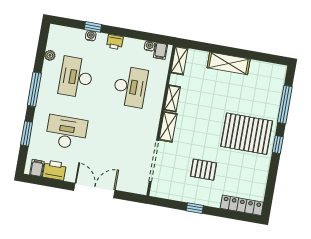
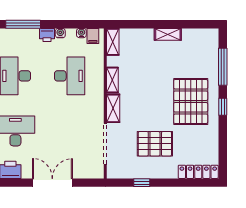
window: (93, 27) -> (23, 24), width x2.17
water cooler: (91, 36) -> (60, 33), moved
shelving: (229, 63) -> (168, 34), width x0.67, depth x0.75
pallet: (247, 134) -> (191, 102), turned 90
pallet: (203, 170) -> (155, 144), width x1.50, depth x1.42
window: (195, 208) -> (142, 183), moved

